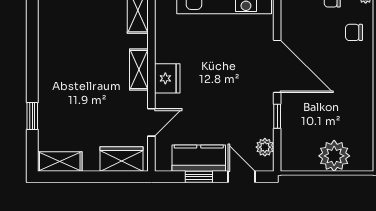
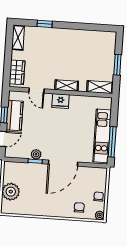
plant: (265, 147) -> (36, 154), moved

